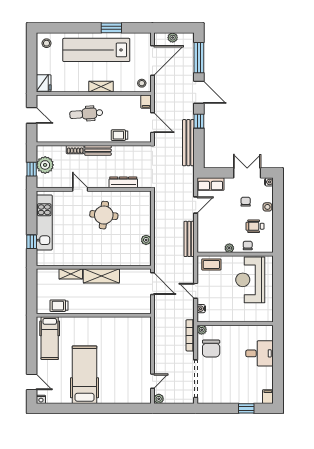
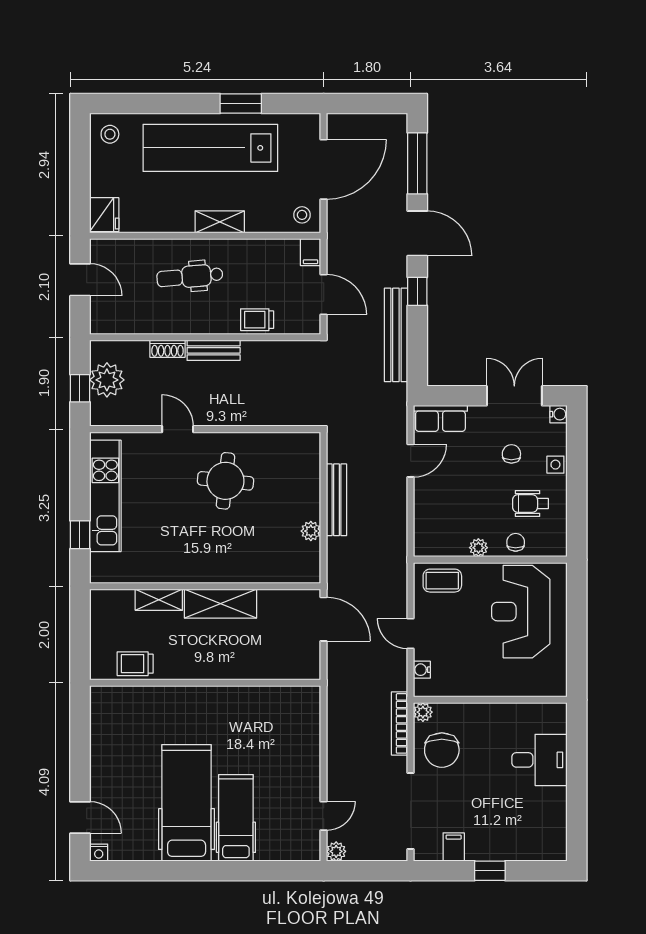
plant: (173, 38) -> (364, 123), removed
dresser: (123, 182) -> (265, 415), removed
bench: (189, 239) -> (336, 500), moved
hospital bed: (50, 338) -> (236, 818), moved, turned 180
filing cabinet: (268, 397) -> (454, 847), moved
window: (246, 408) -> (490, 871), moved

